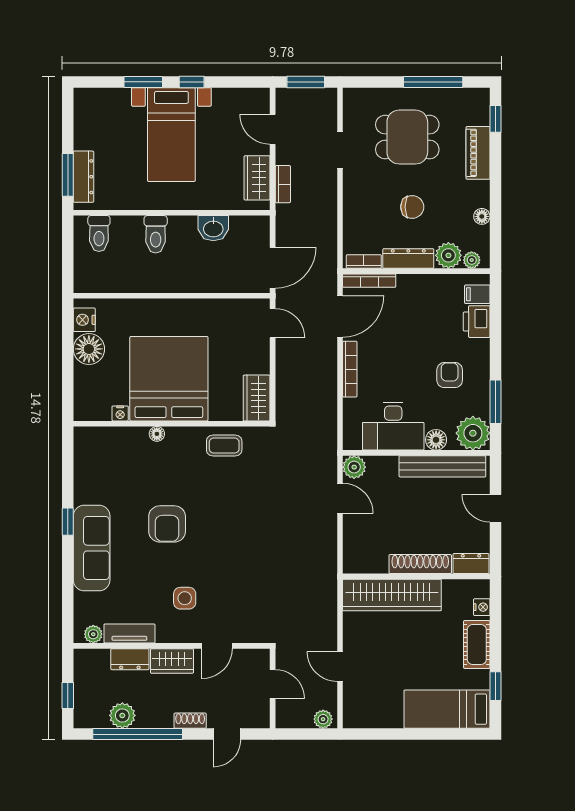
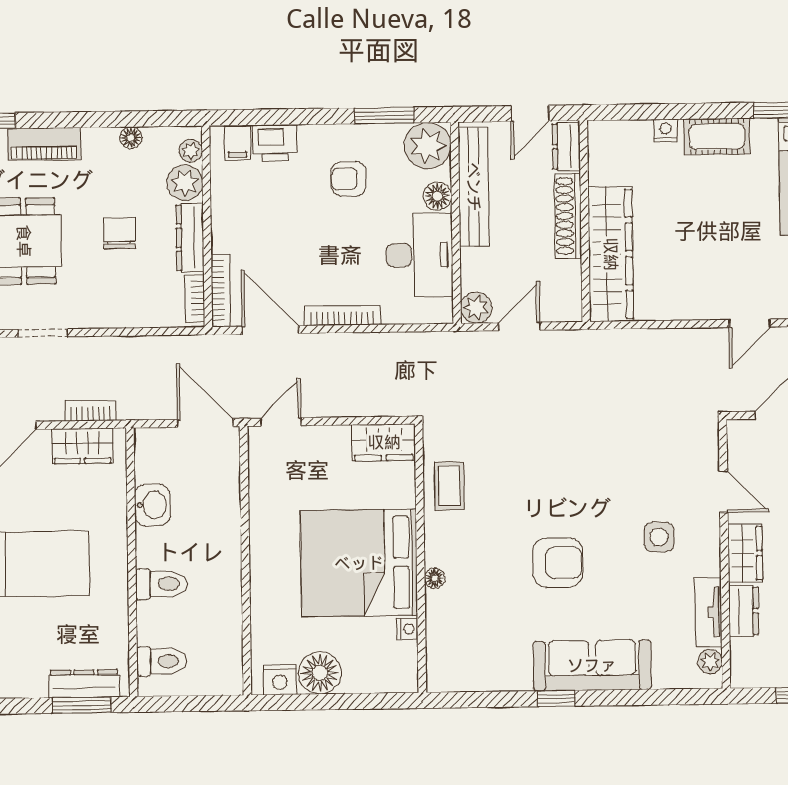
shoe rack: (420, 564) -> (568, 216), moved
dresser: (471, 564) -> (566, 146), moved
wall: (416, 576) -> (585, 221), moved
wardrobe: (392, 595) -> (611, 254), moved

